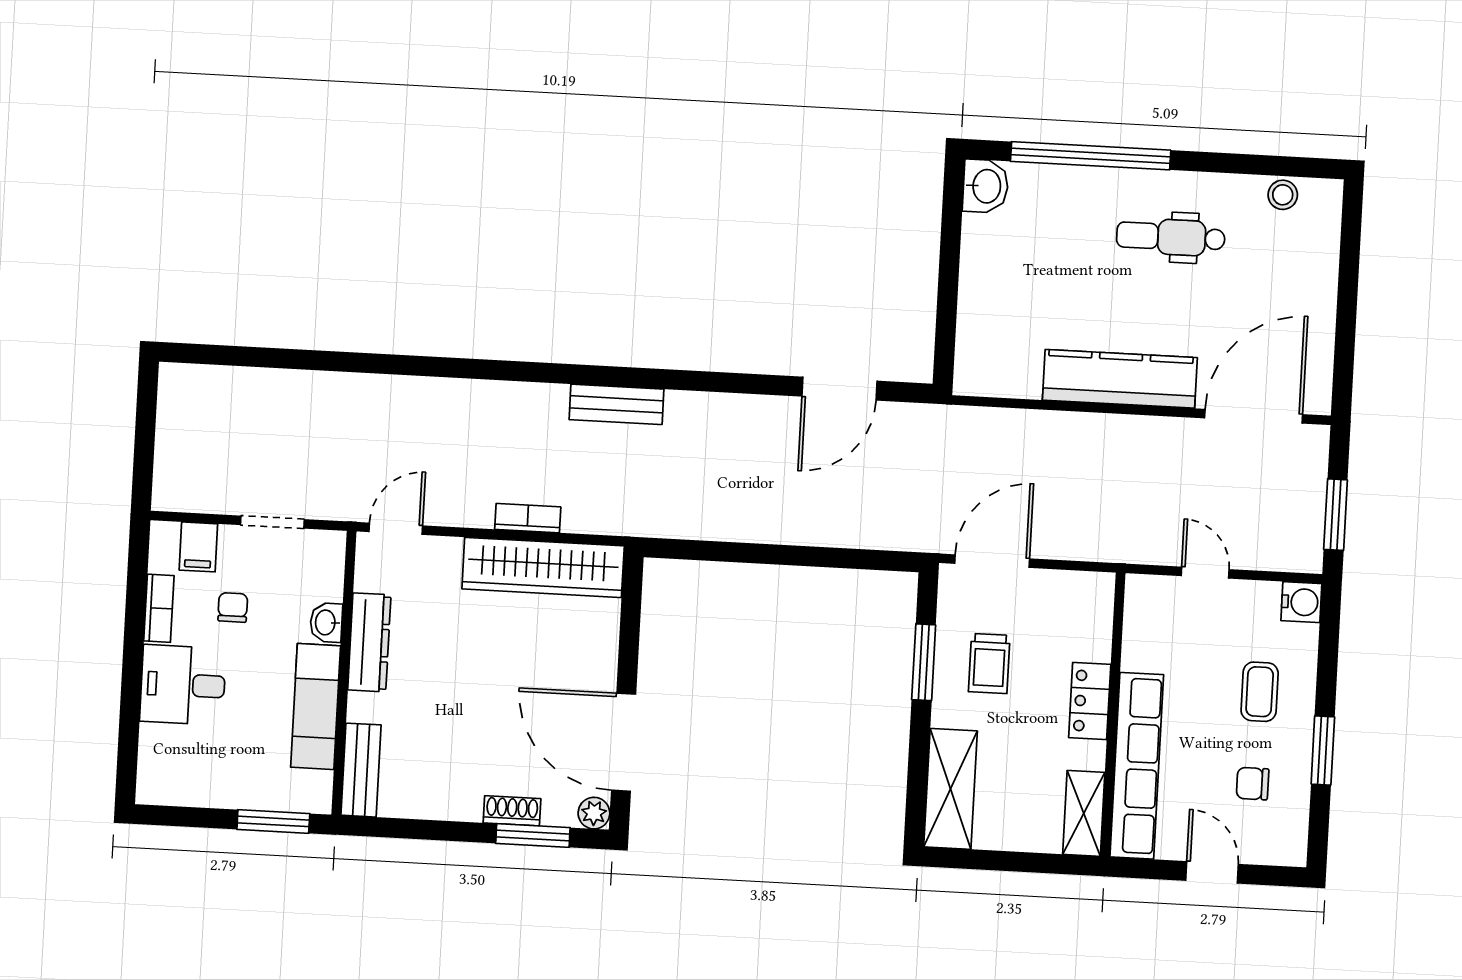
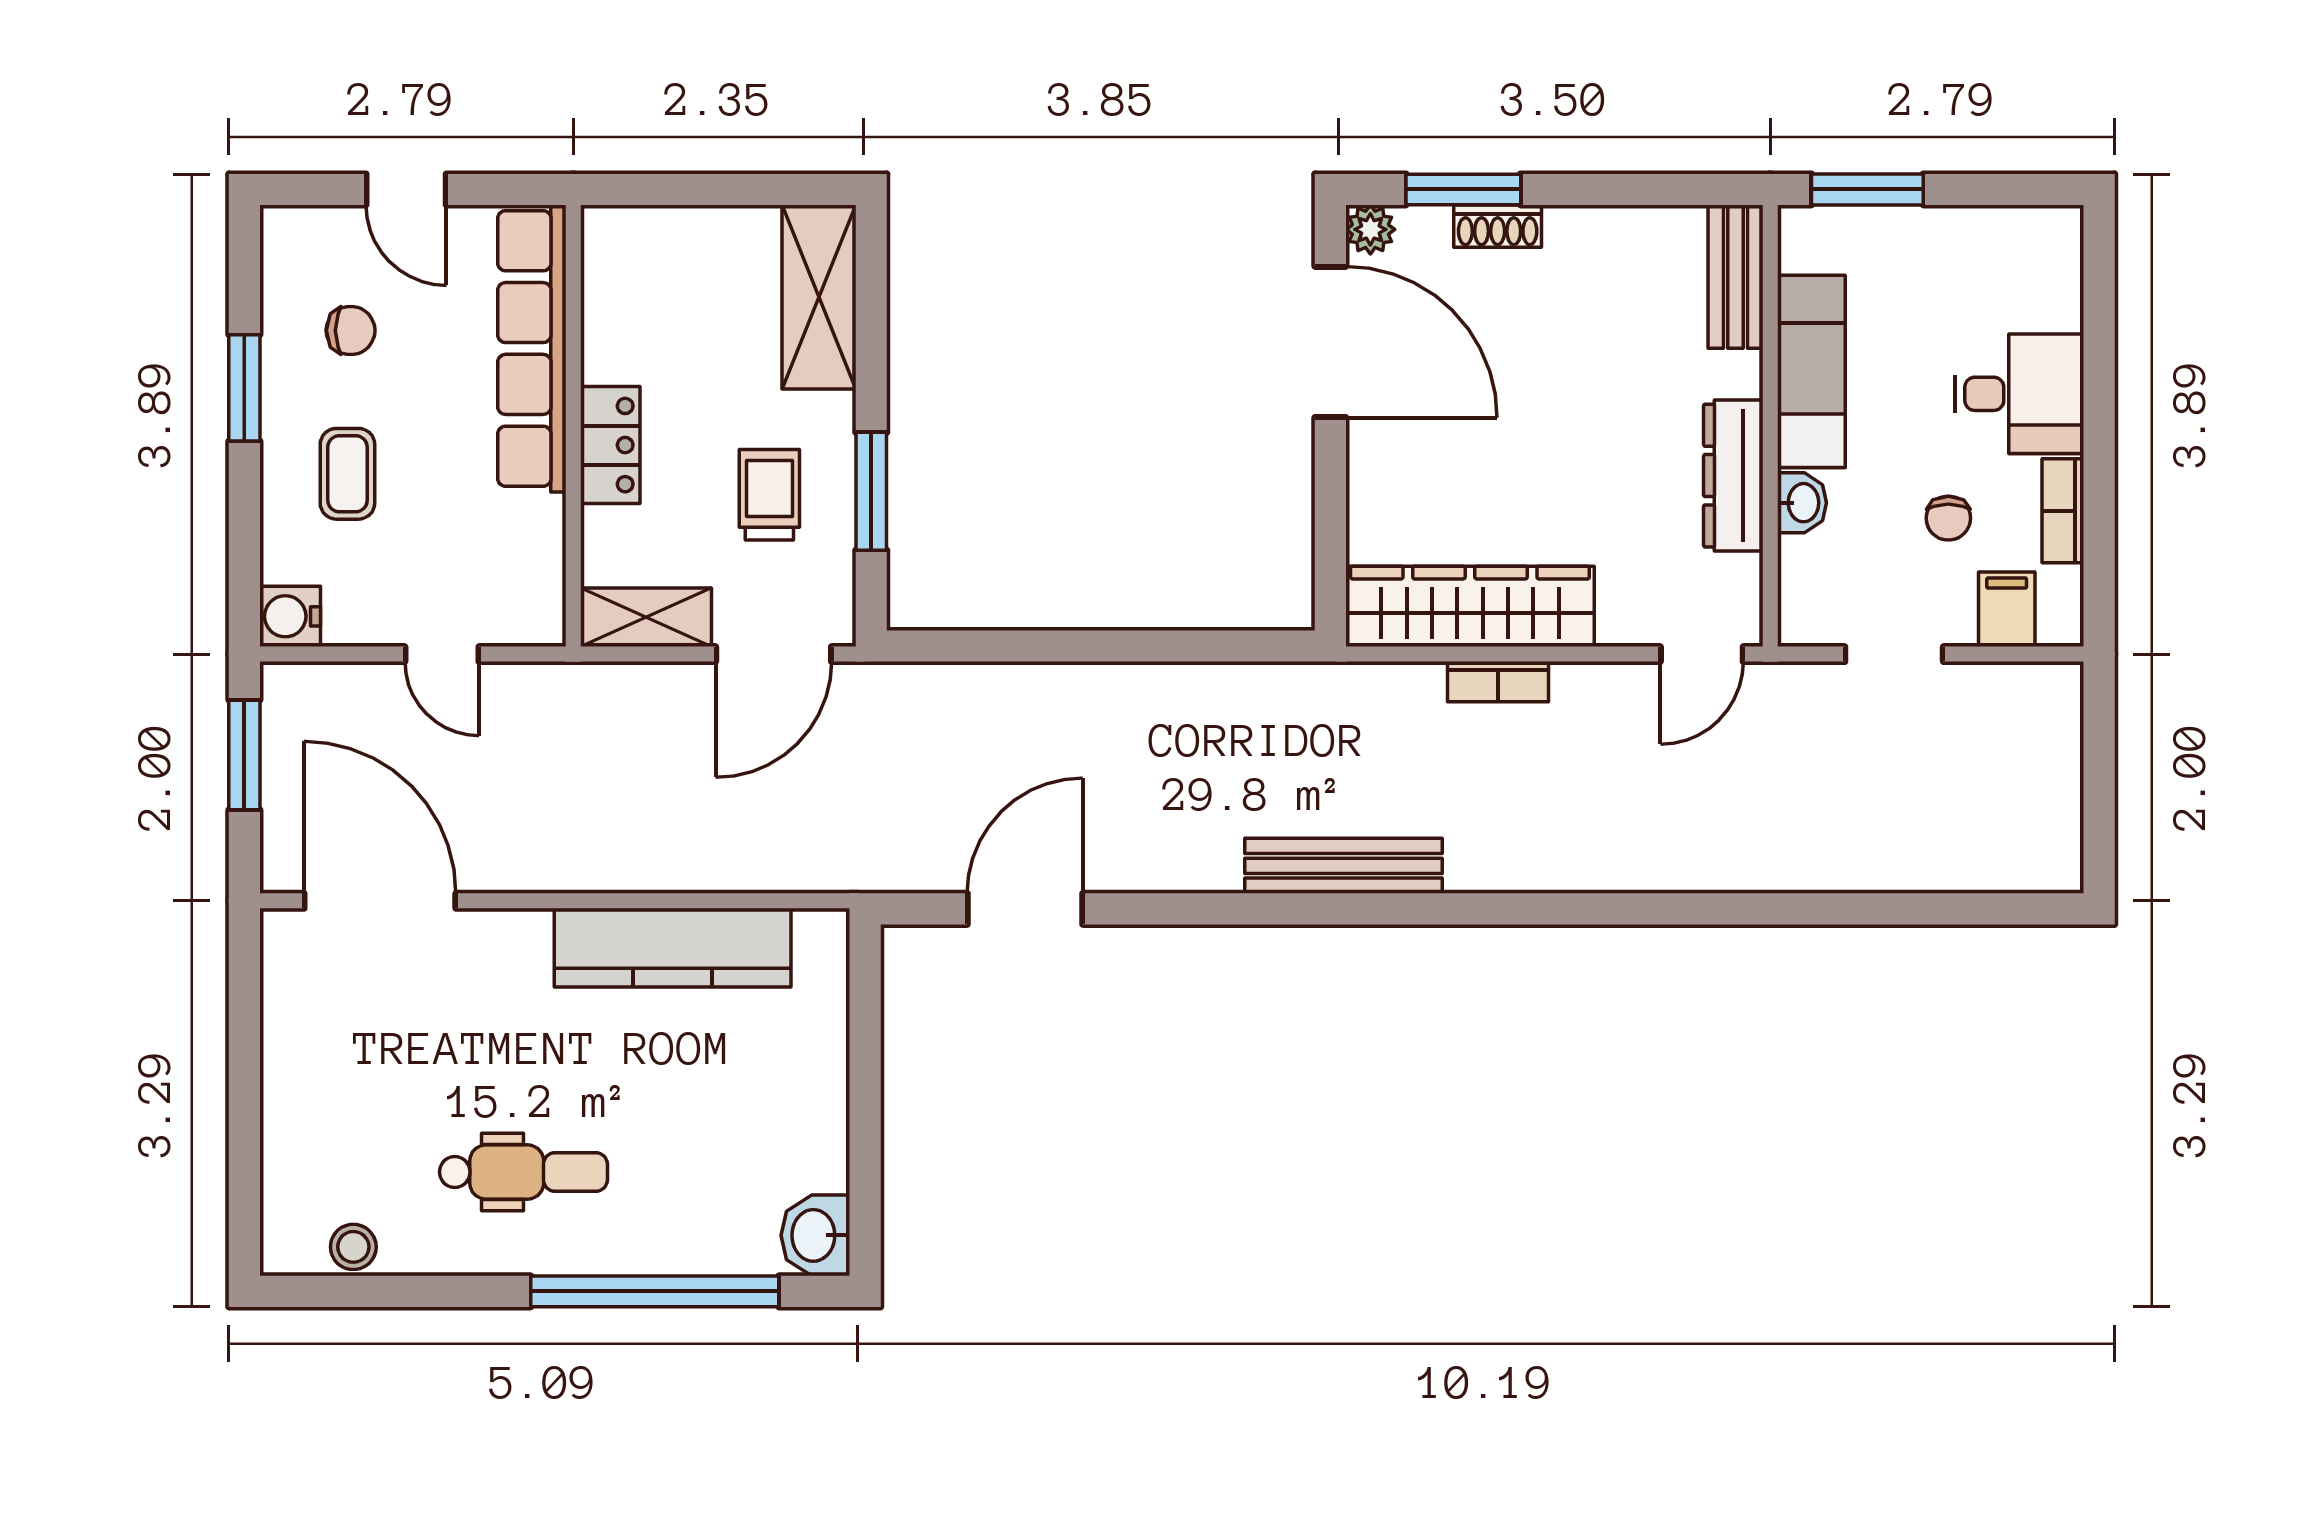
kitchen counter: (1120, 379) -> (673, 948), moved
bench: (616, 404) -> (1343, 866), width x1.36
door: (1254, 416) -> (380, 901), swing flipped
shelving: (1084, 813) -> (646, 617), moved, turned 90

